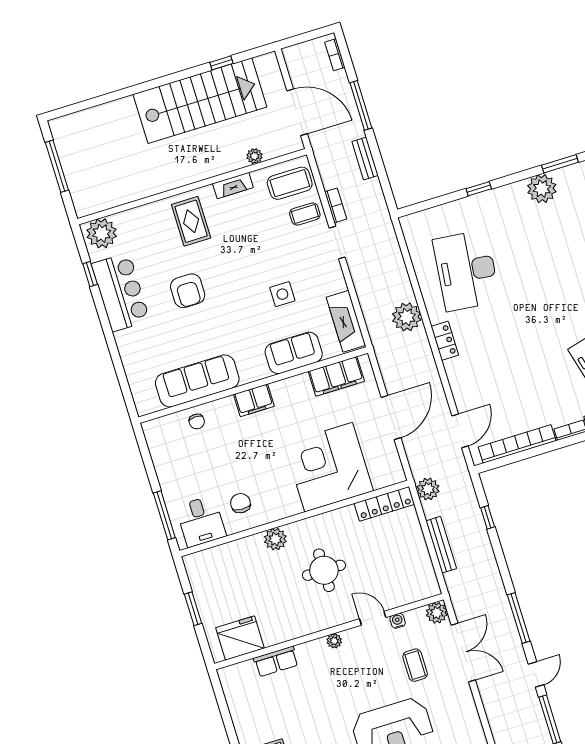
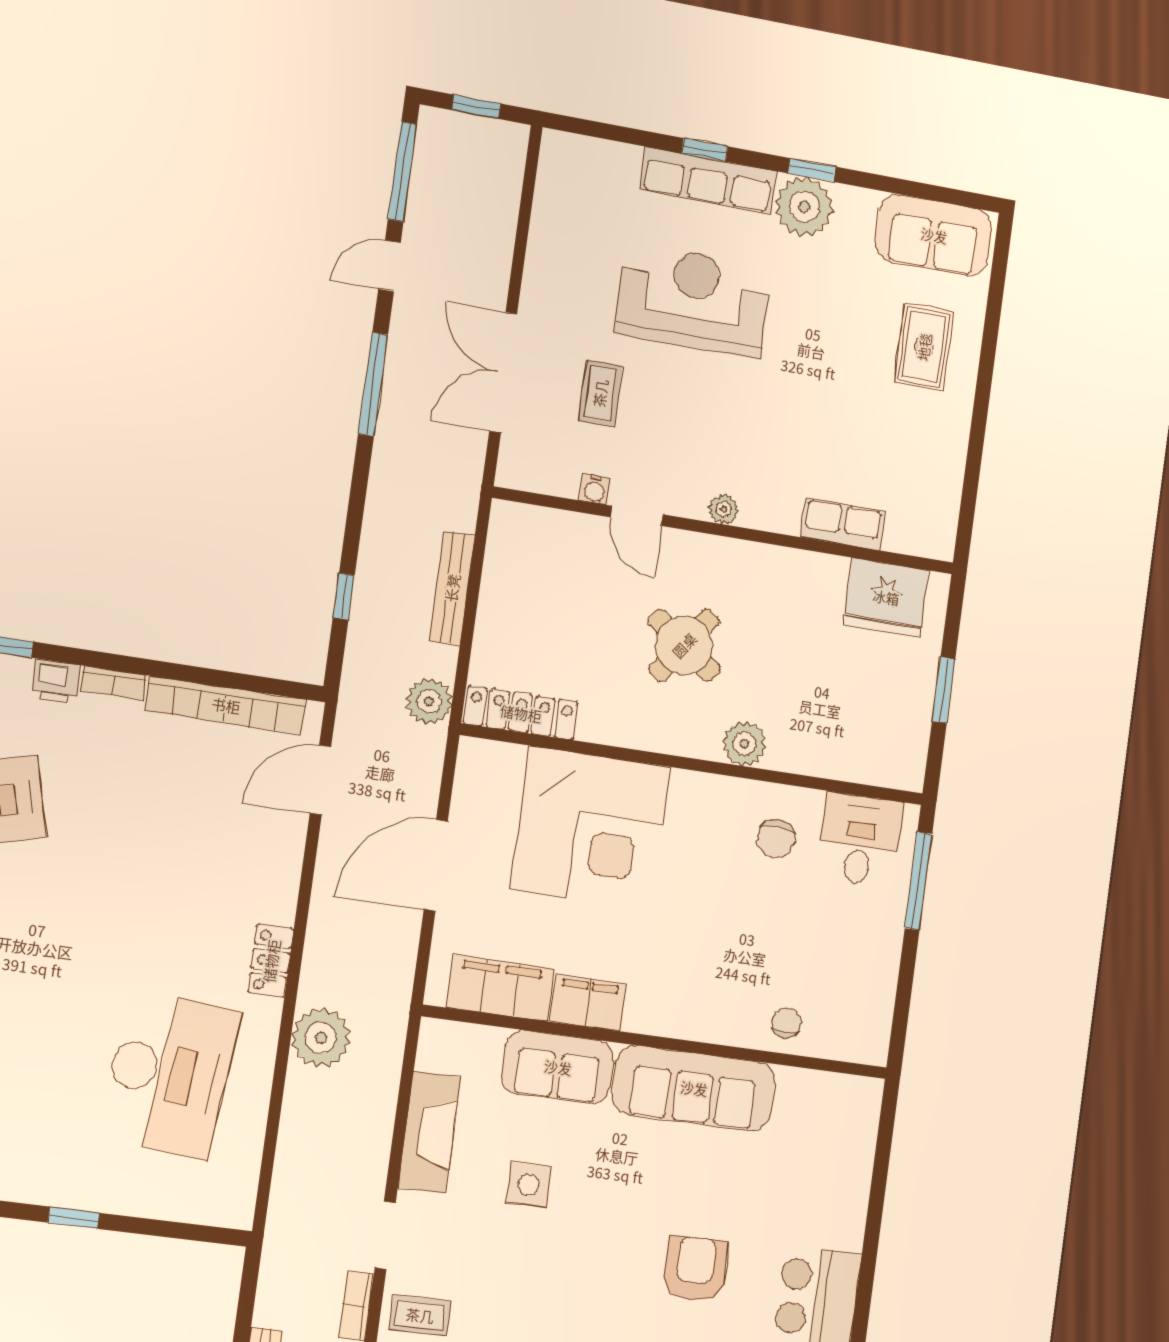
fireplace: (346, 321) -> (429, 1132), moved
sofa: (197, 381) -> (694, 1088), moved
filing cabinet: (254, 400) -> (588, 1003), moved
round table: (324, 570) -> (684, 645), turned 36
plant: (437, 613) -> (518, 468), removed

